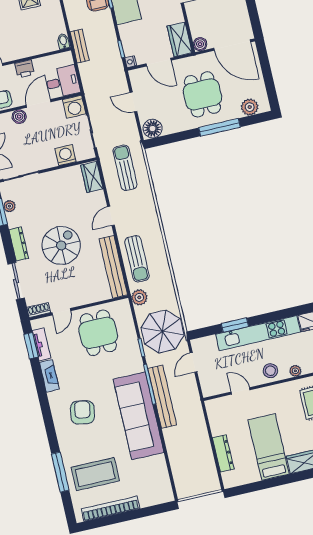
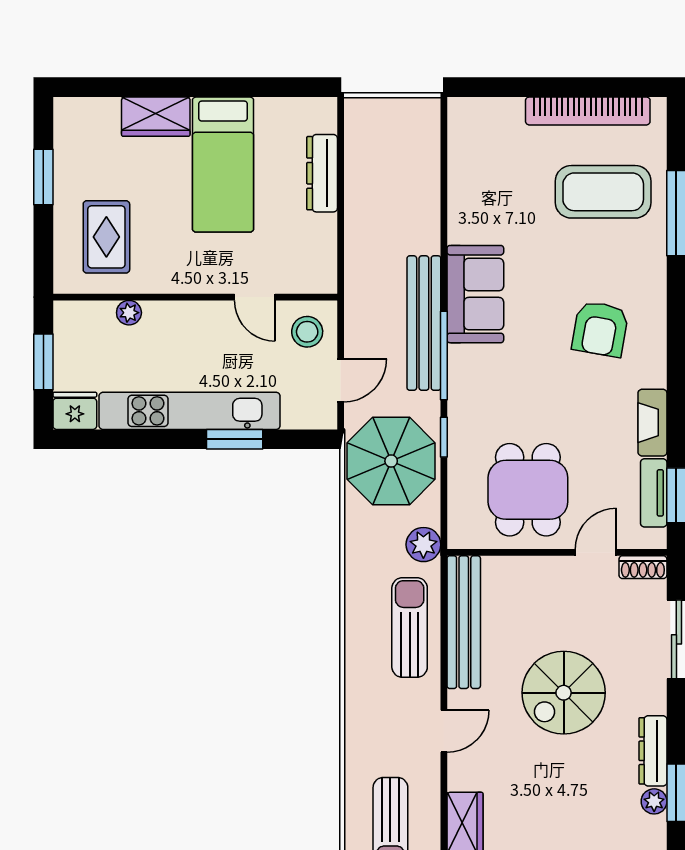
dresser: (19, 244) -> (653, 751), moved
stool: (270, 371) -> (307, 332), moved
sofa: (139, 416) -> (475, 294), width x0.54, depth x0.79

